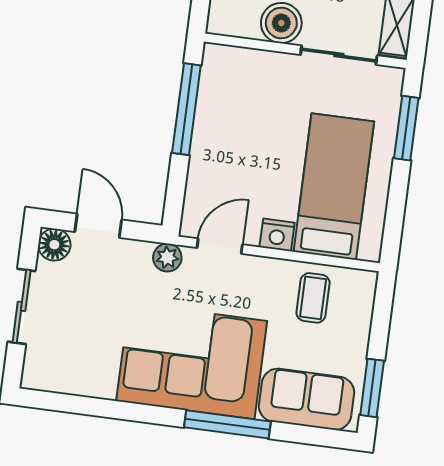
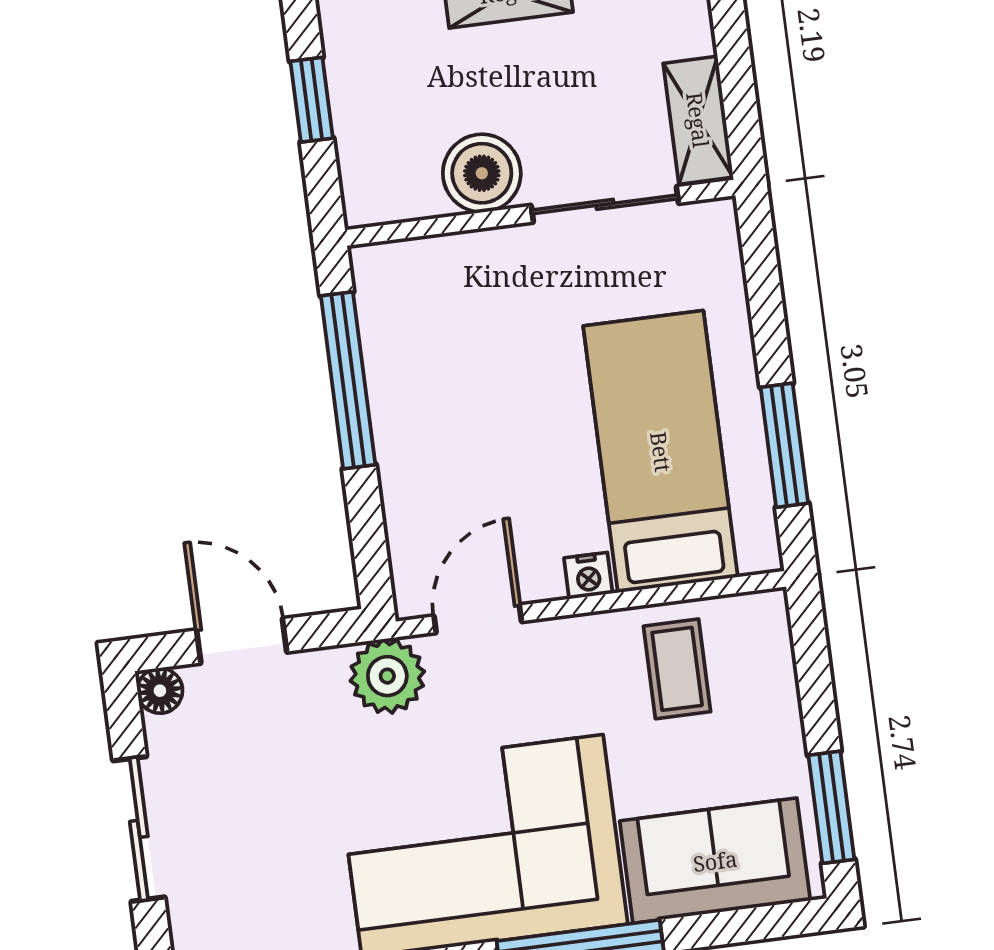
window: (406, 128) -> (784, 445), moved
nightstand: (277, 235) -> (588, 576), width x0.72, depth x0.74
floor lamp: (54, 245) -> (160, 691), width x0.73, depth x0.73
plant: (167, 258) -> (387, 676), width x1.38, depth x1.38

